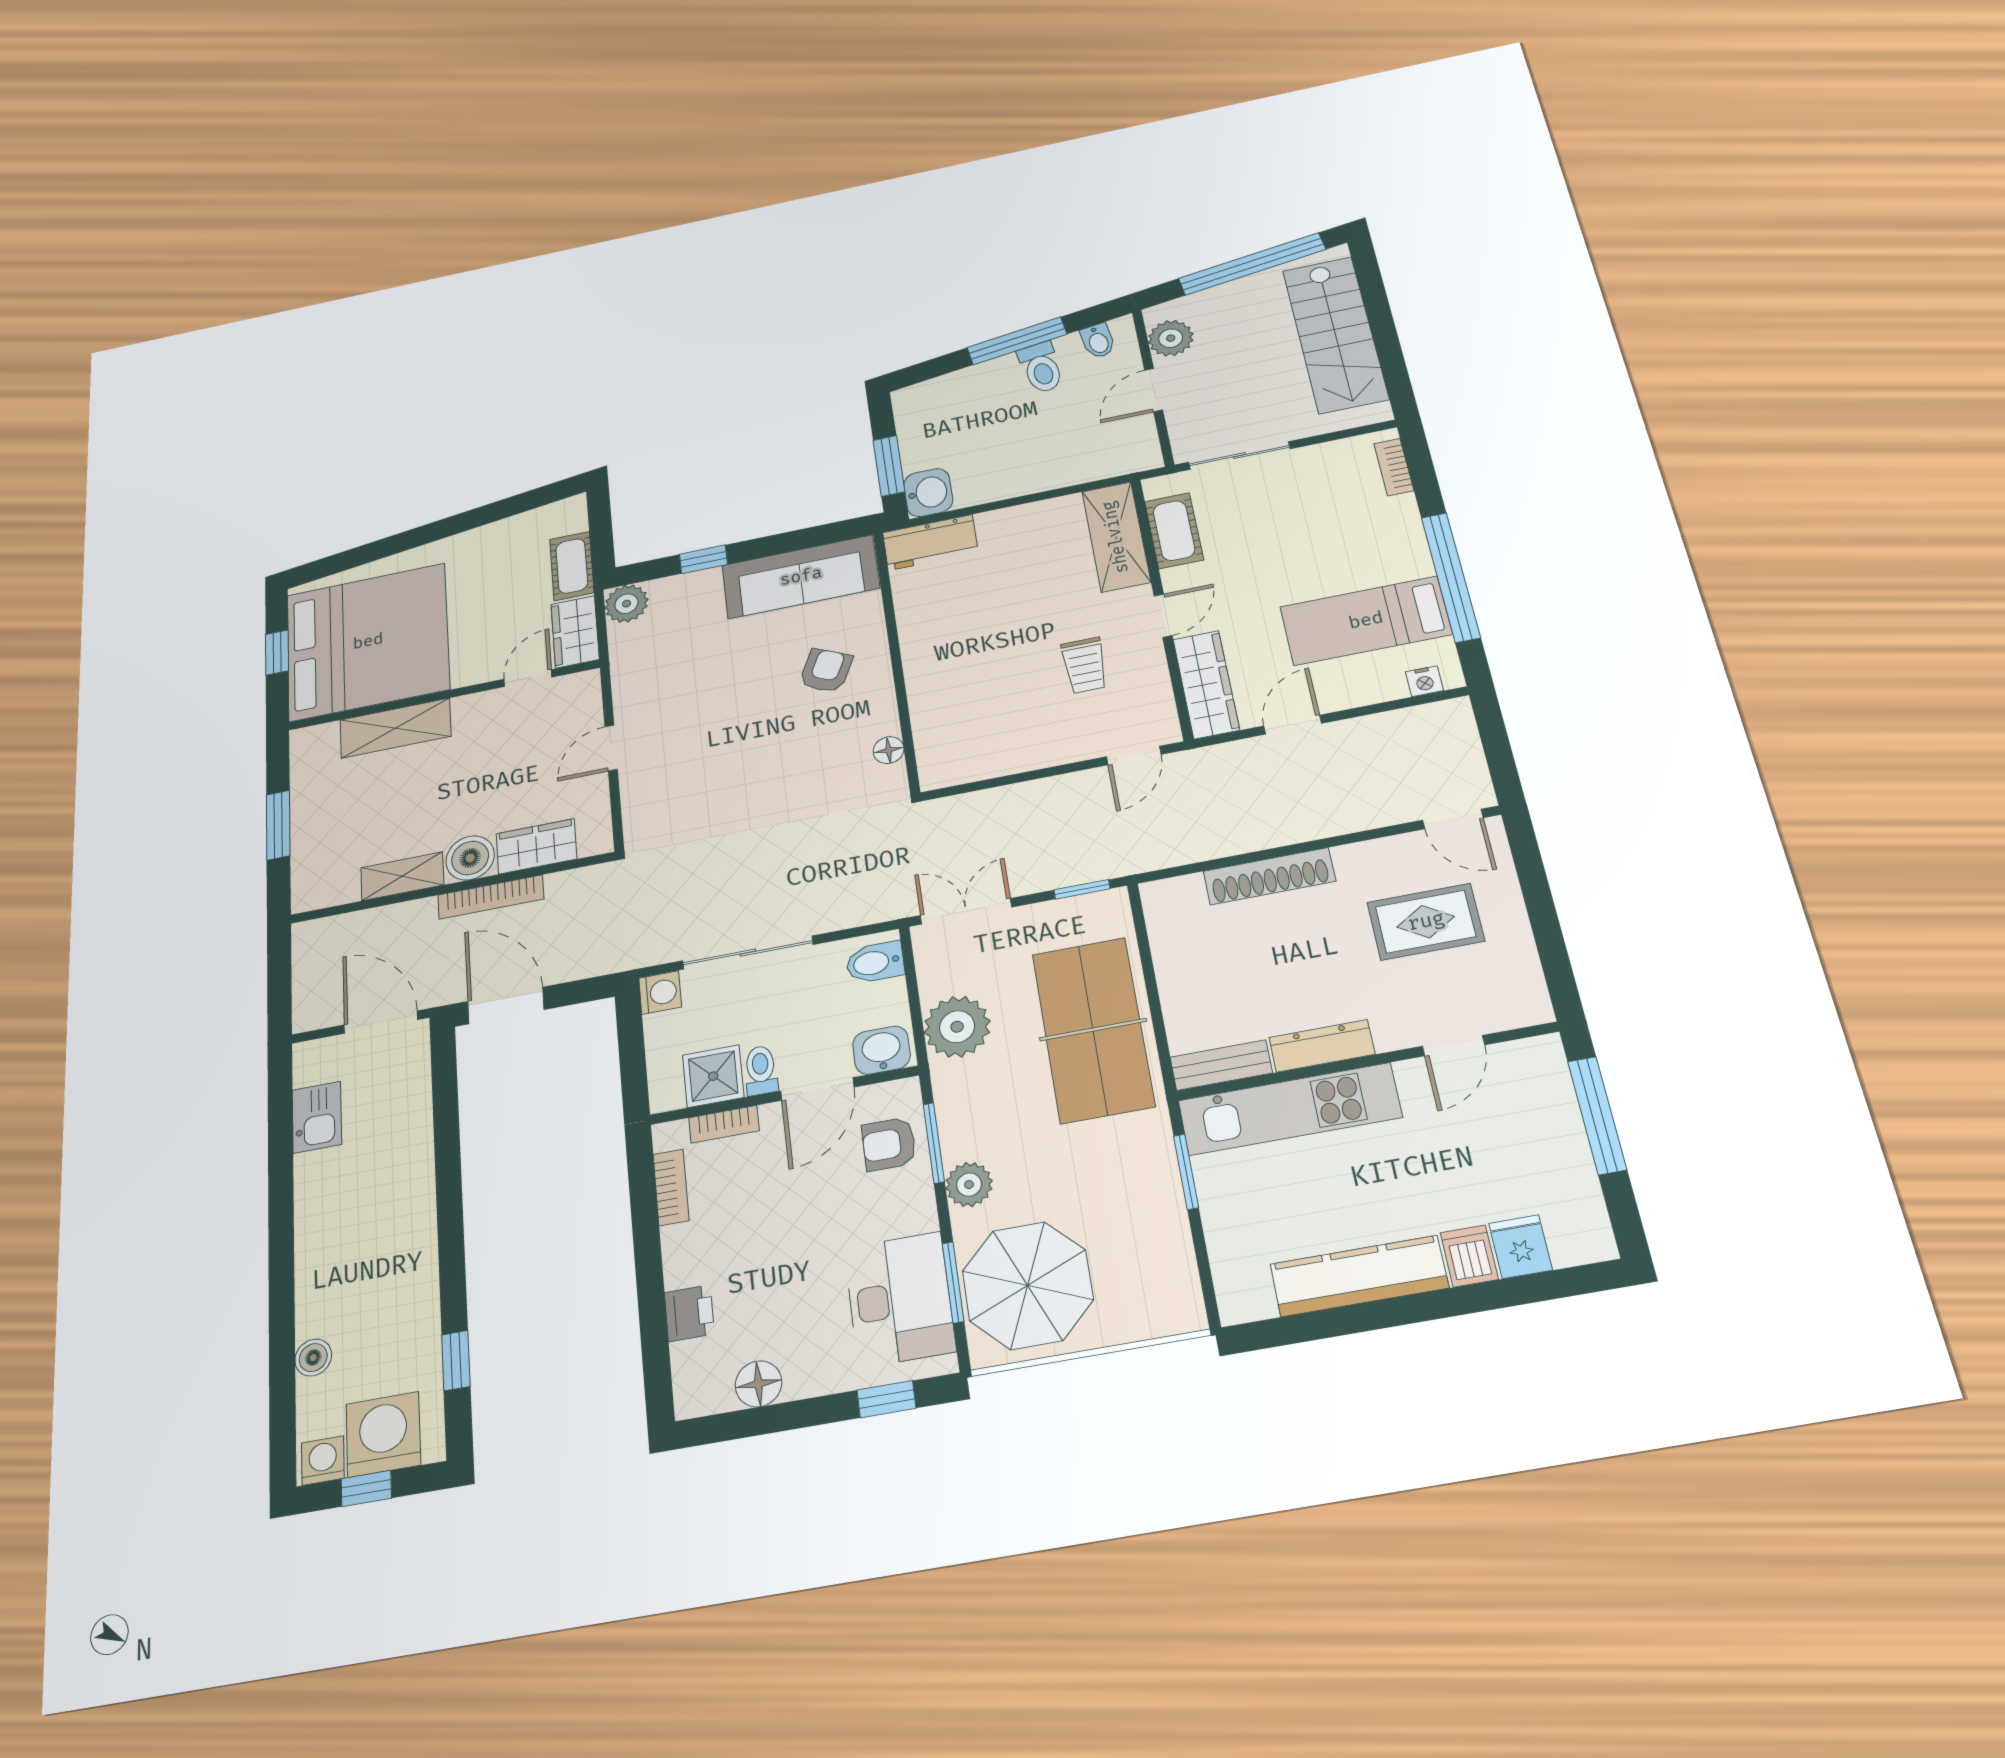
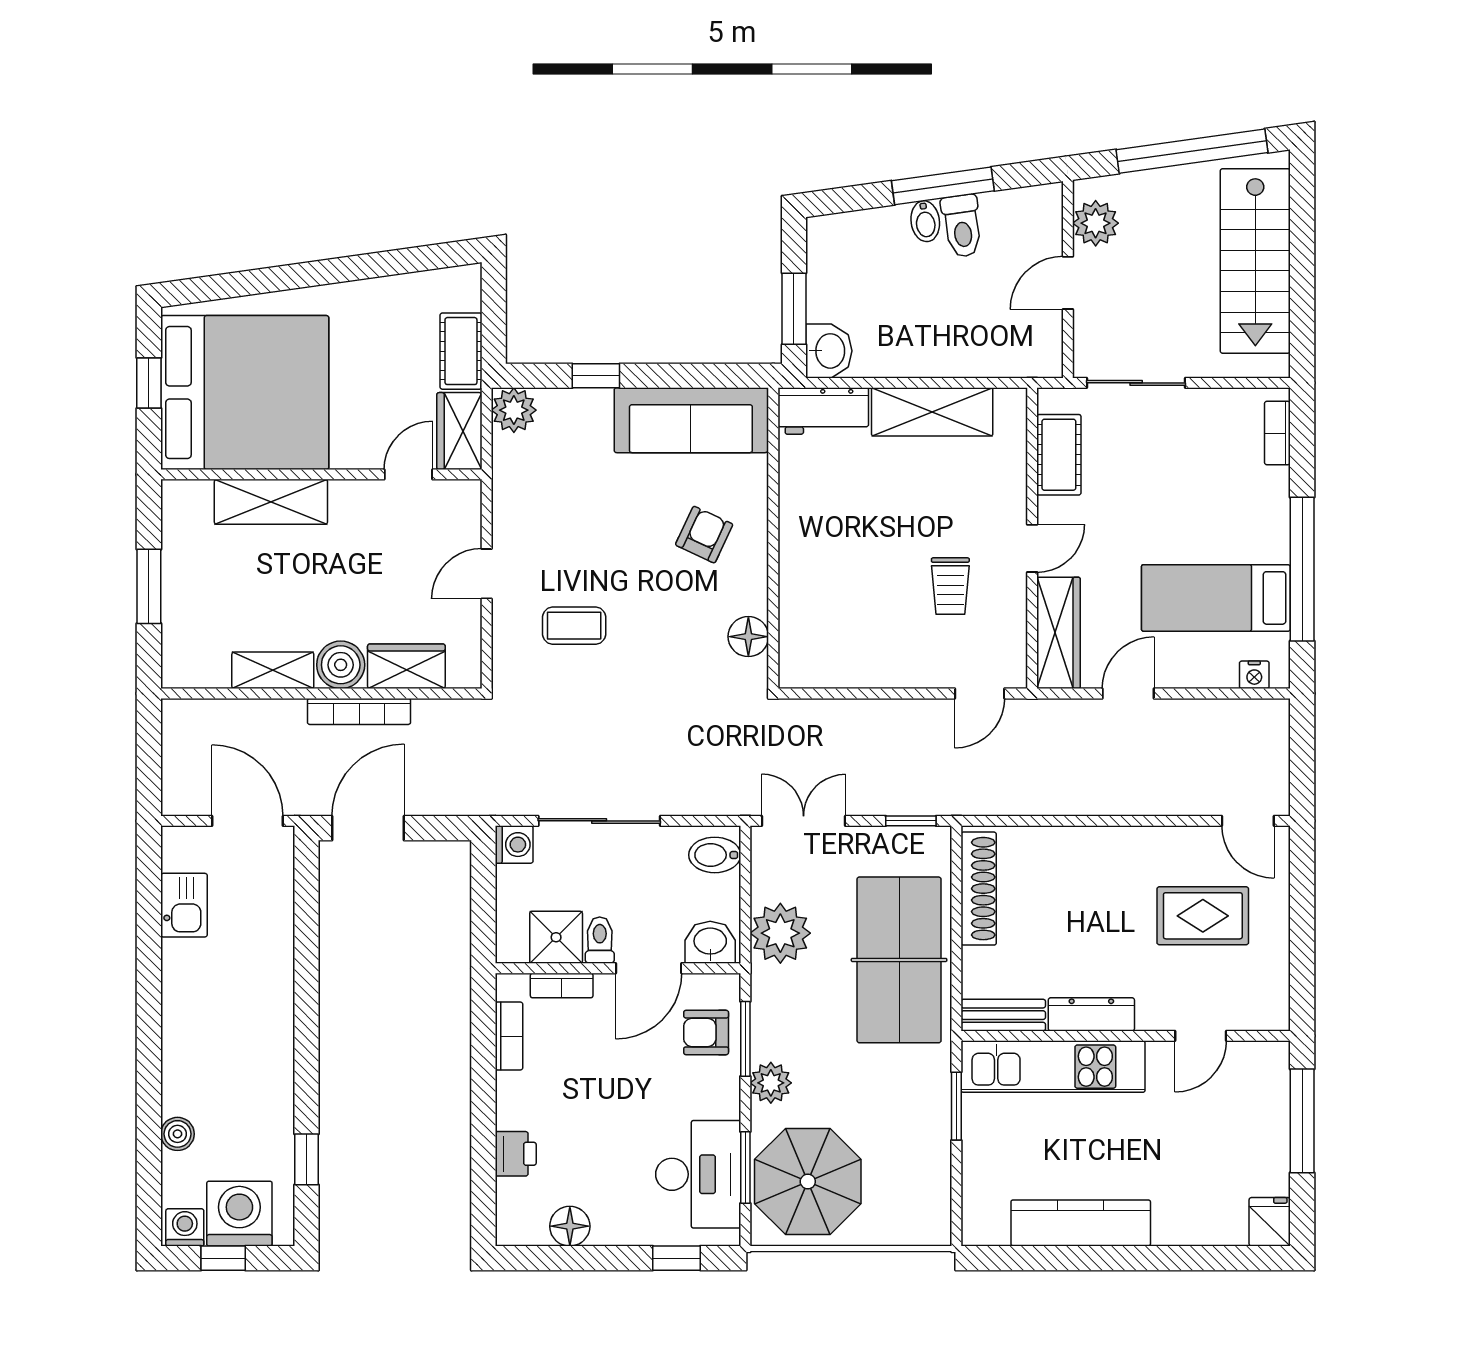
bidet: (1098, 341) -> (925, 221), moved
shelving: (1116, 537) -> (932, 412), moved, turned 90
floor lamp: (889, 750) -> (748, 637), width x1.37, depth x1.37
coffee table: (703, 776) -> (574, 626), added
shoe rack: (1269, 876) -> (979, 889), moved, turned -90
door: (506, 1005) -> (368, 828), hinge flipped
fridge: (1520, 1247) -> (1270, 1222), moved
dishwasher: (1469, 1256) -> (1172, 1222), removed

